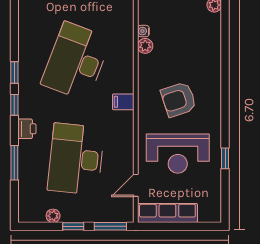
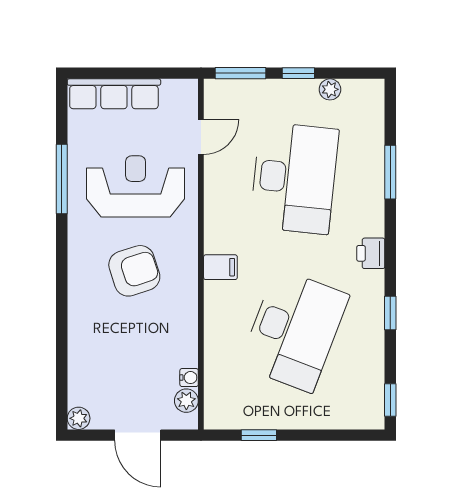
plant: (145, 46) -> (186, 401), moved
window: (14, 105) -> (390, 400), moved
printer: (27, 129) -> (371, 253), moved
window: (225, 158) -> (62, 179), width x2.17
row of seats: (167, 213) -> (114, 94), moved

